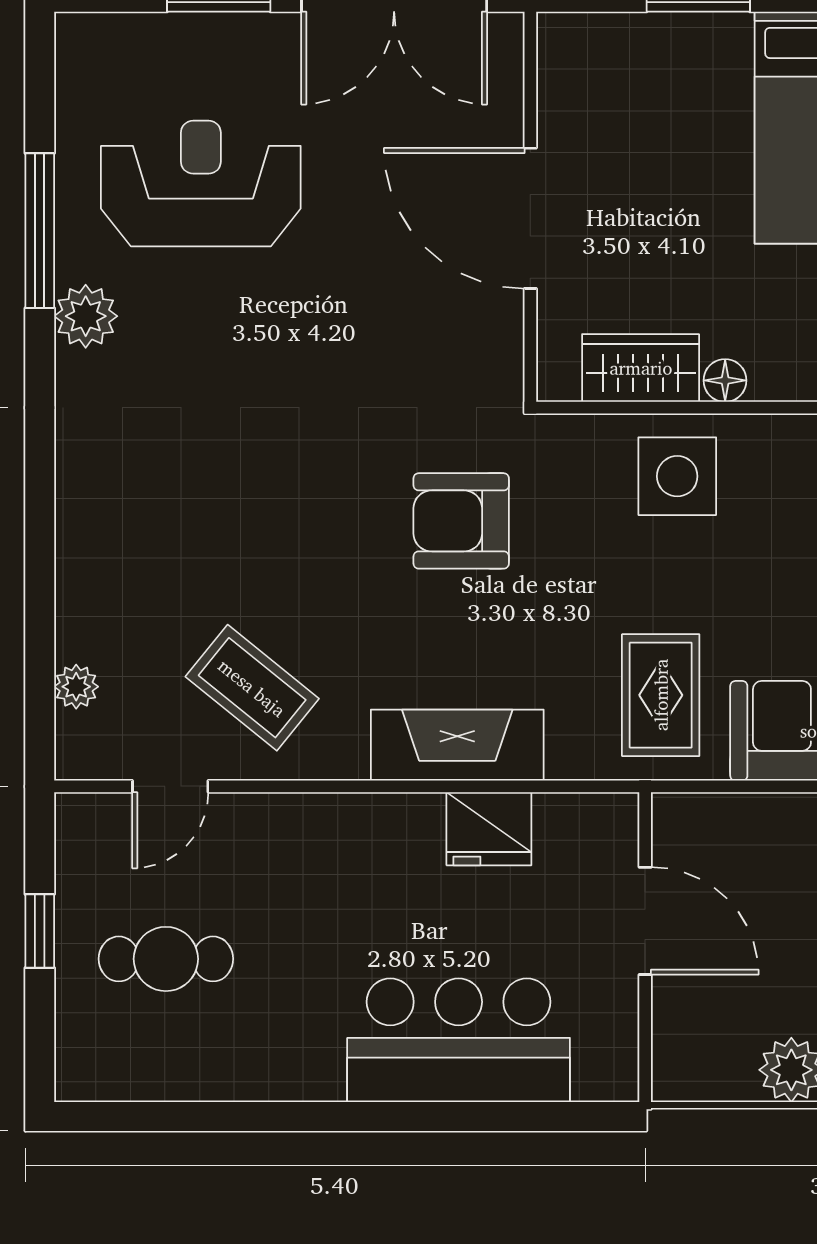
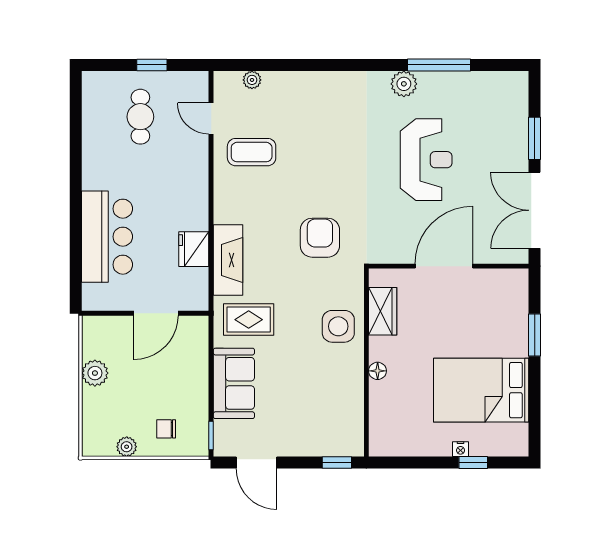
reception desk: (201, 184) -> (426, 160), moved
floor lamp: (725, 380) -> (378, 371), moved
coffee table: (252, 688) -> (252, 152), turned 51
fireplace: (457, 745) -> (228, 260), moved

